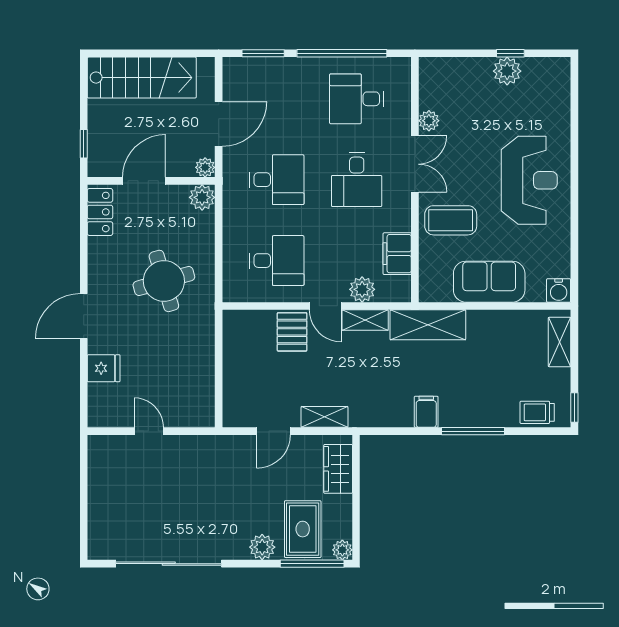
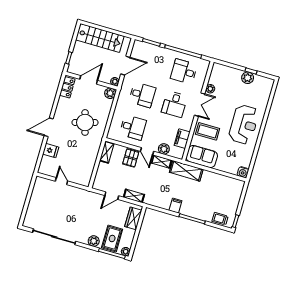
sofa: (489, 282) -> (202, 157), moved
shelving: (560, 342) -> (107, 152), moved

